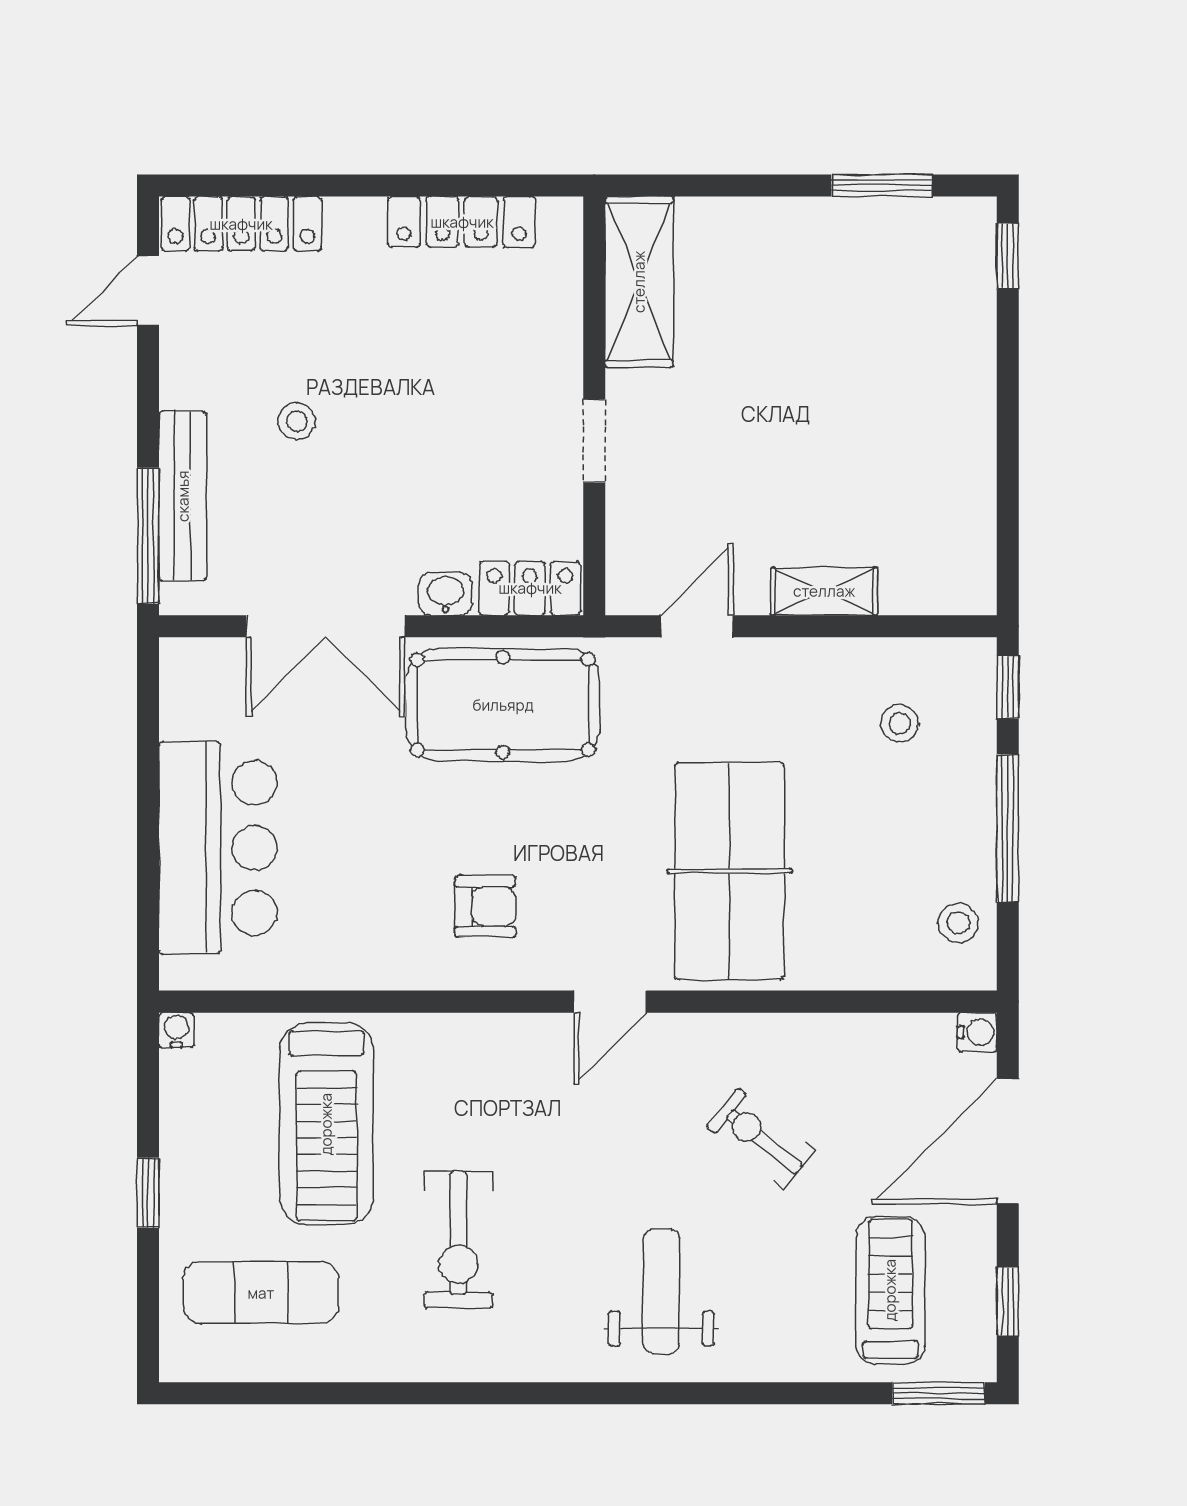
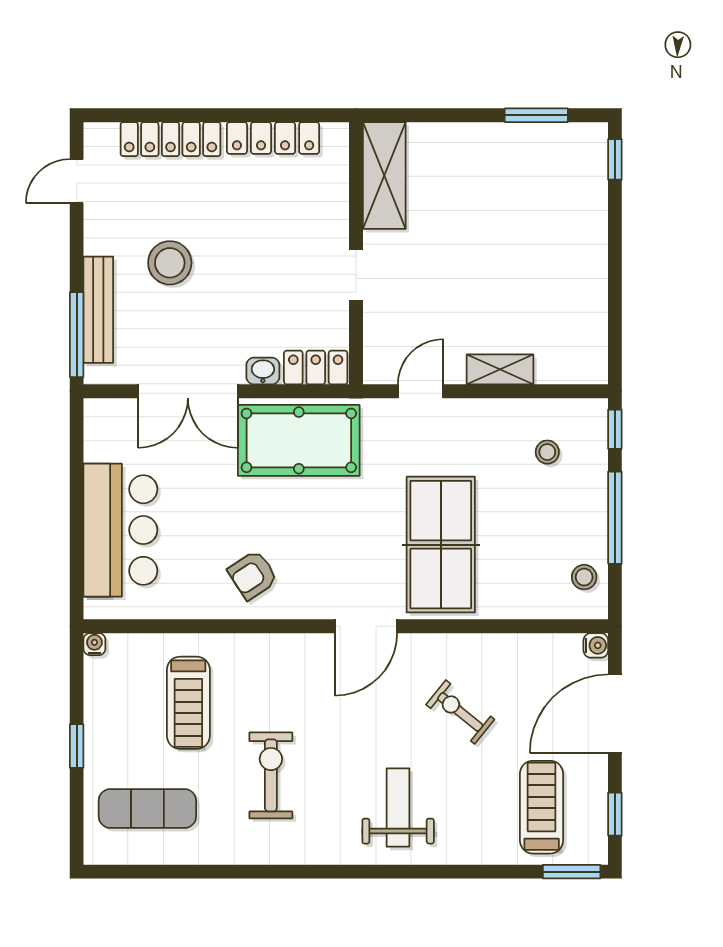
locker: (241, 224) -> (170, 139), moved
stool: (297, 421) -> (170, 263), width x1.89, depth x1.89
armchair: (485, 907) -> (253, 575), moved, turned 147
door: (610, 1002) -> (366, 626), width x1.38
treadmill: (326, 1124) -> (188, 703), width x0.73, depth x0.73
exercise bike: (458, 1240) -> (271, 775), turned 180

